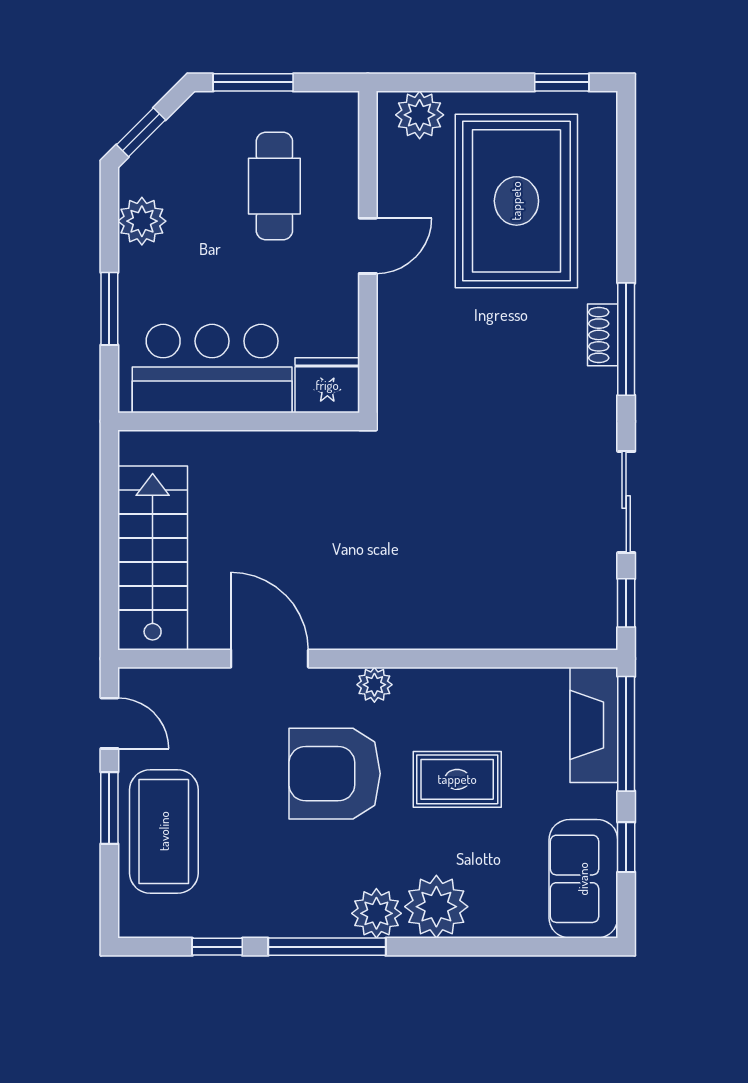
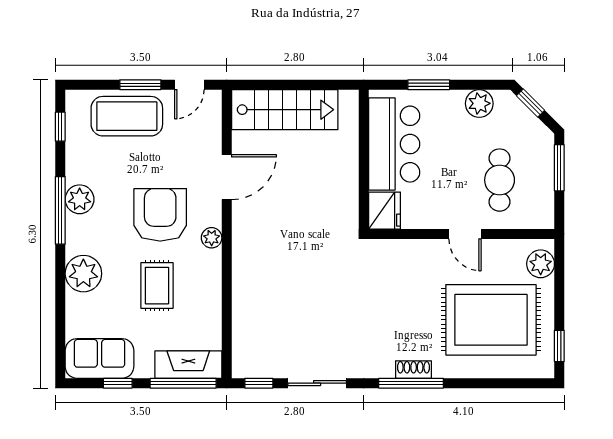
cafe table: (274, 186) -> (500, 180), turned 90
plant: (376, 913) -> (80, 199), moved
window: (217, 947) -> (60, 127), moved

